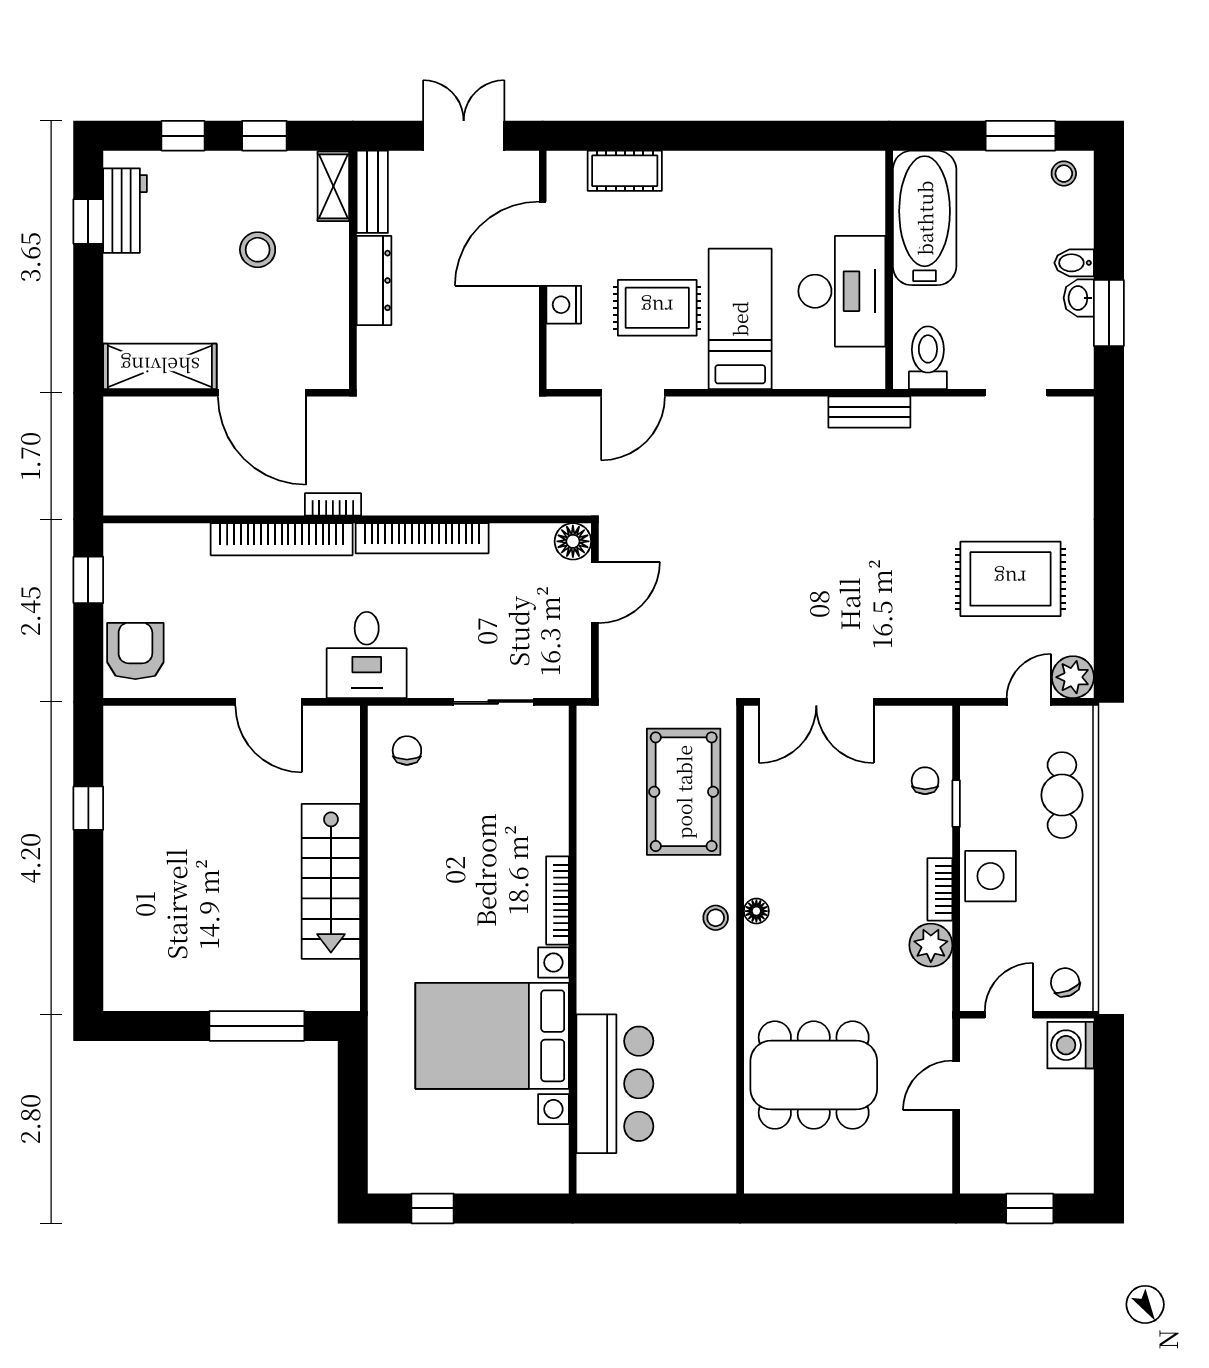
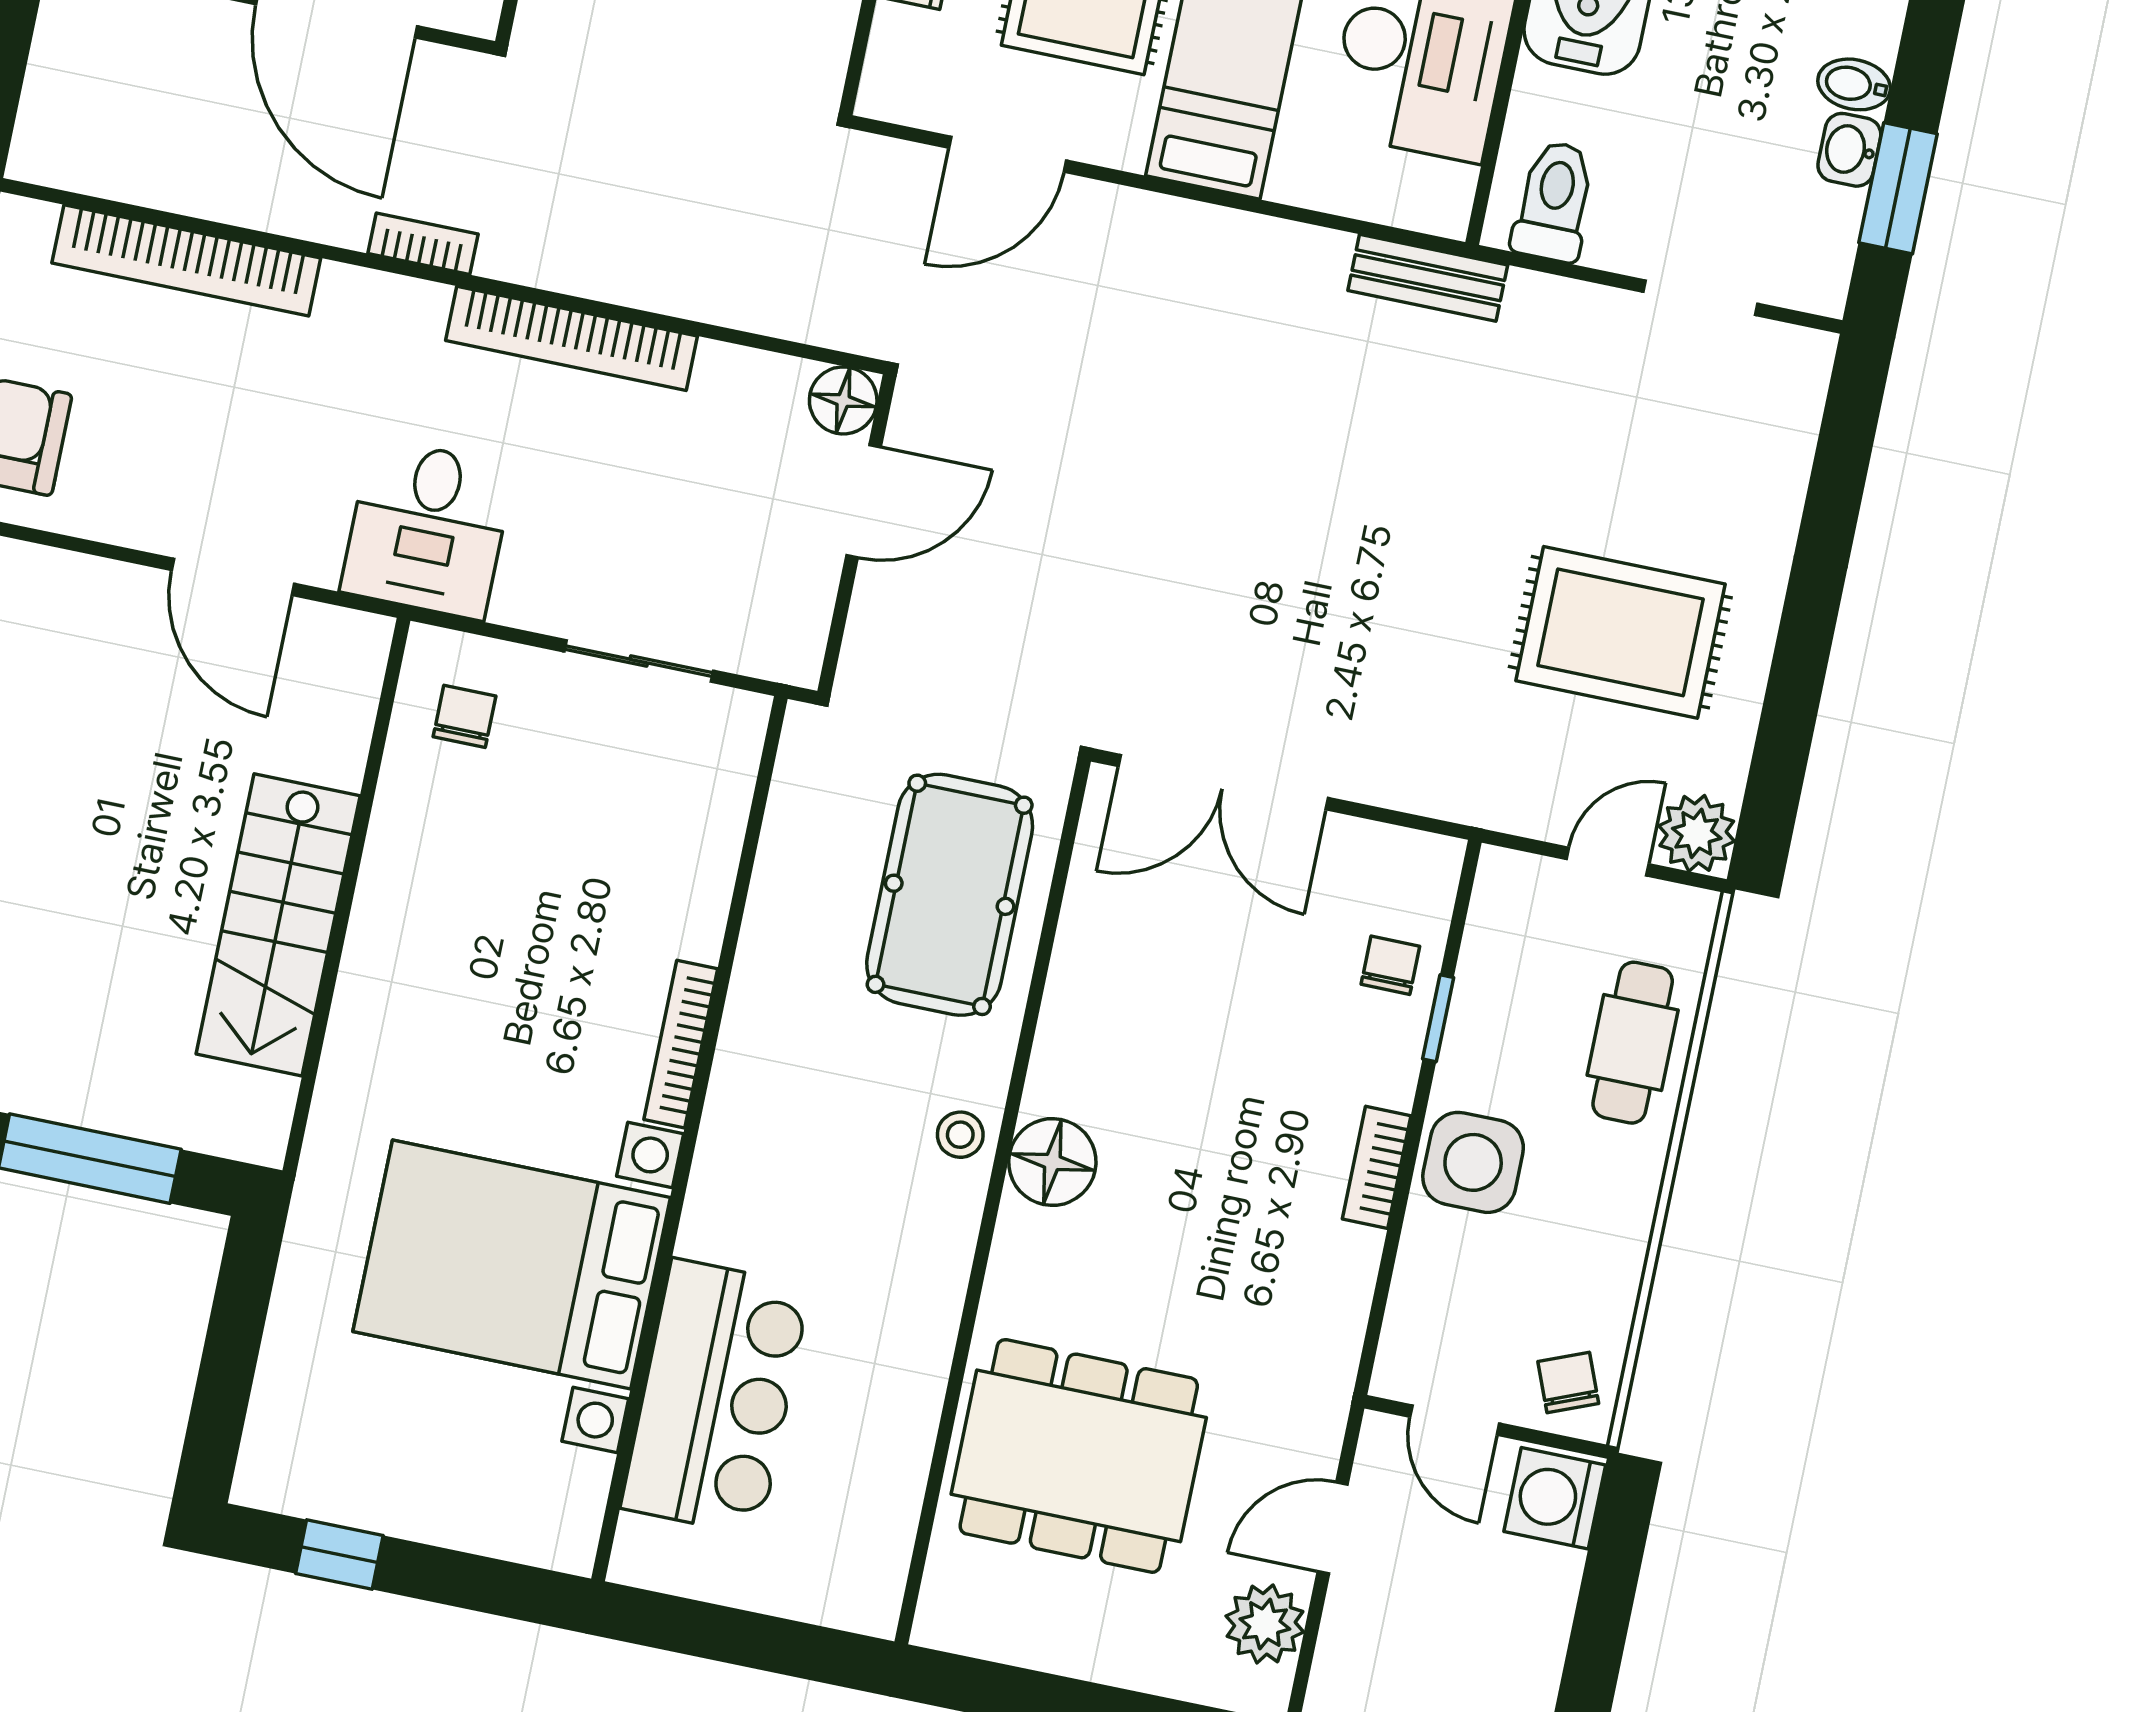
bookcase: (282, 539) -> (186, 260), moved
floor lamp: (756, 911) -> (1052, 1162), width x1.89, depth x1.89
plant: (931, 945) -> (1265, 1624), moved
door: (1009, 1015) -> (1455, 1420), swing flipped

